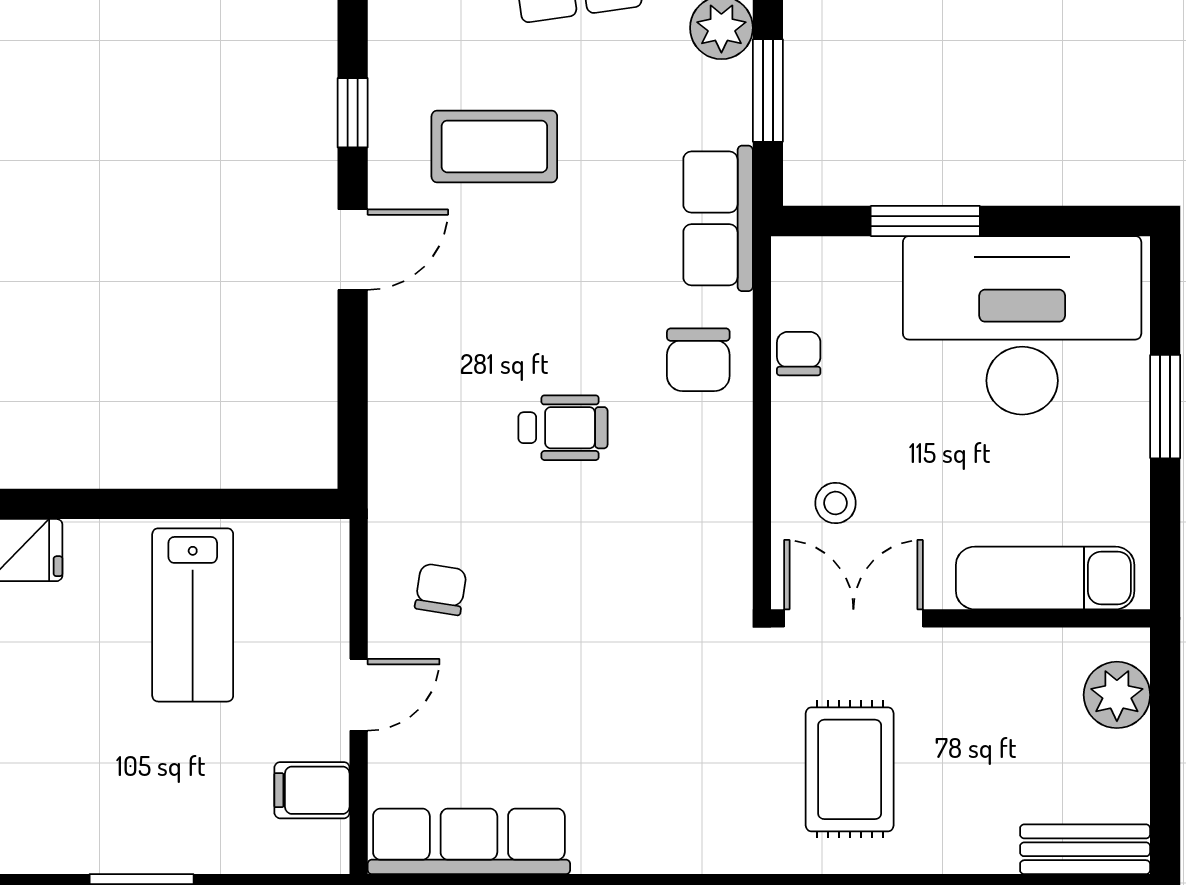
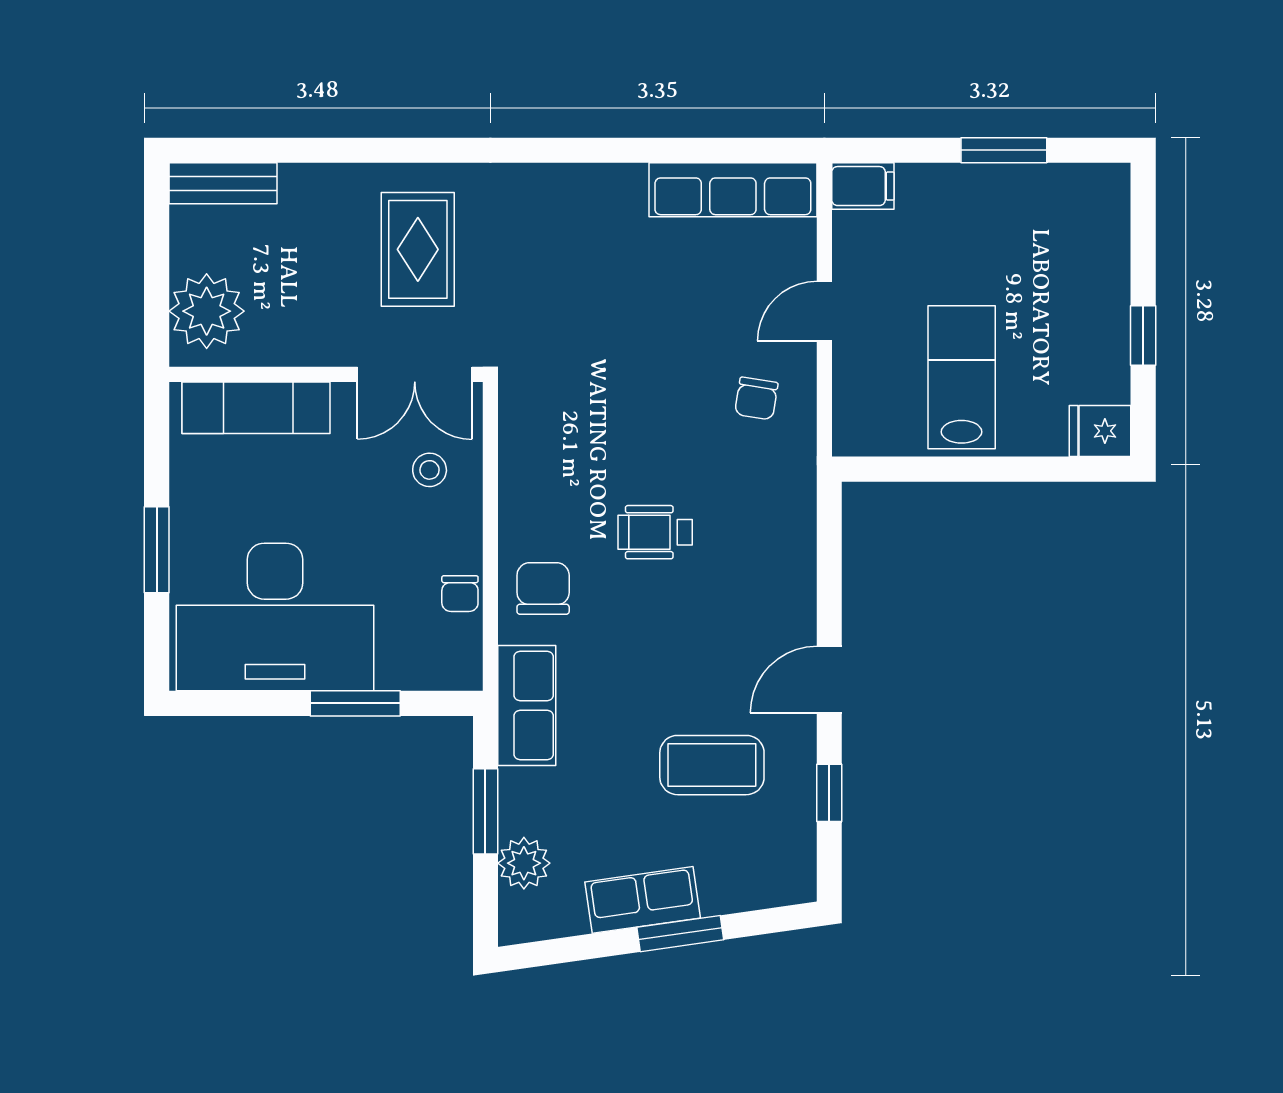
plant: (1117, 695) -> (207, 311), width x1.36, depth x1.36
filing cabinet: (312, 790) -> (863, 186), moved

